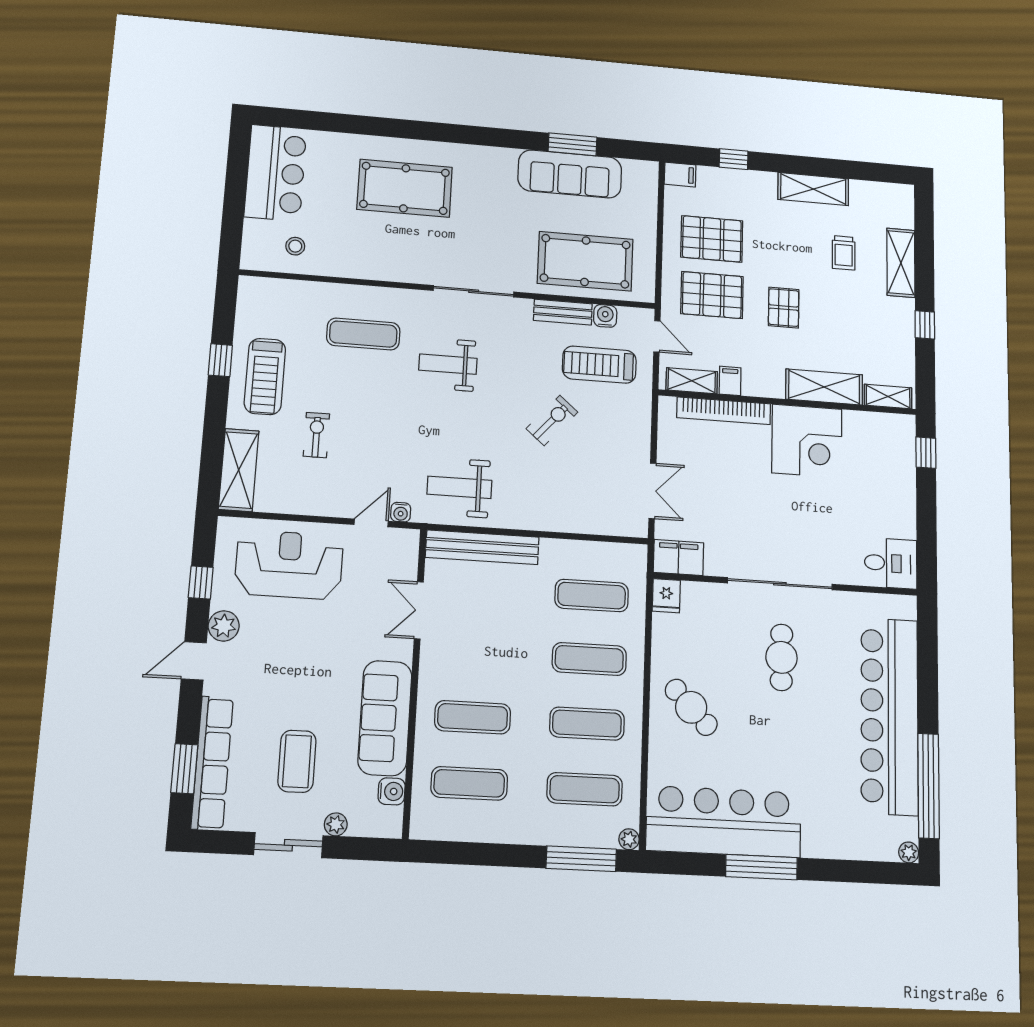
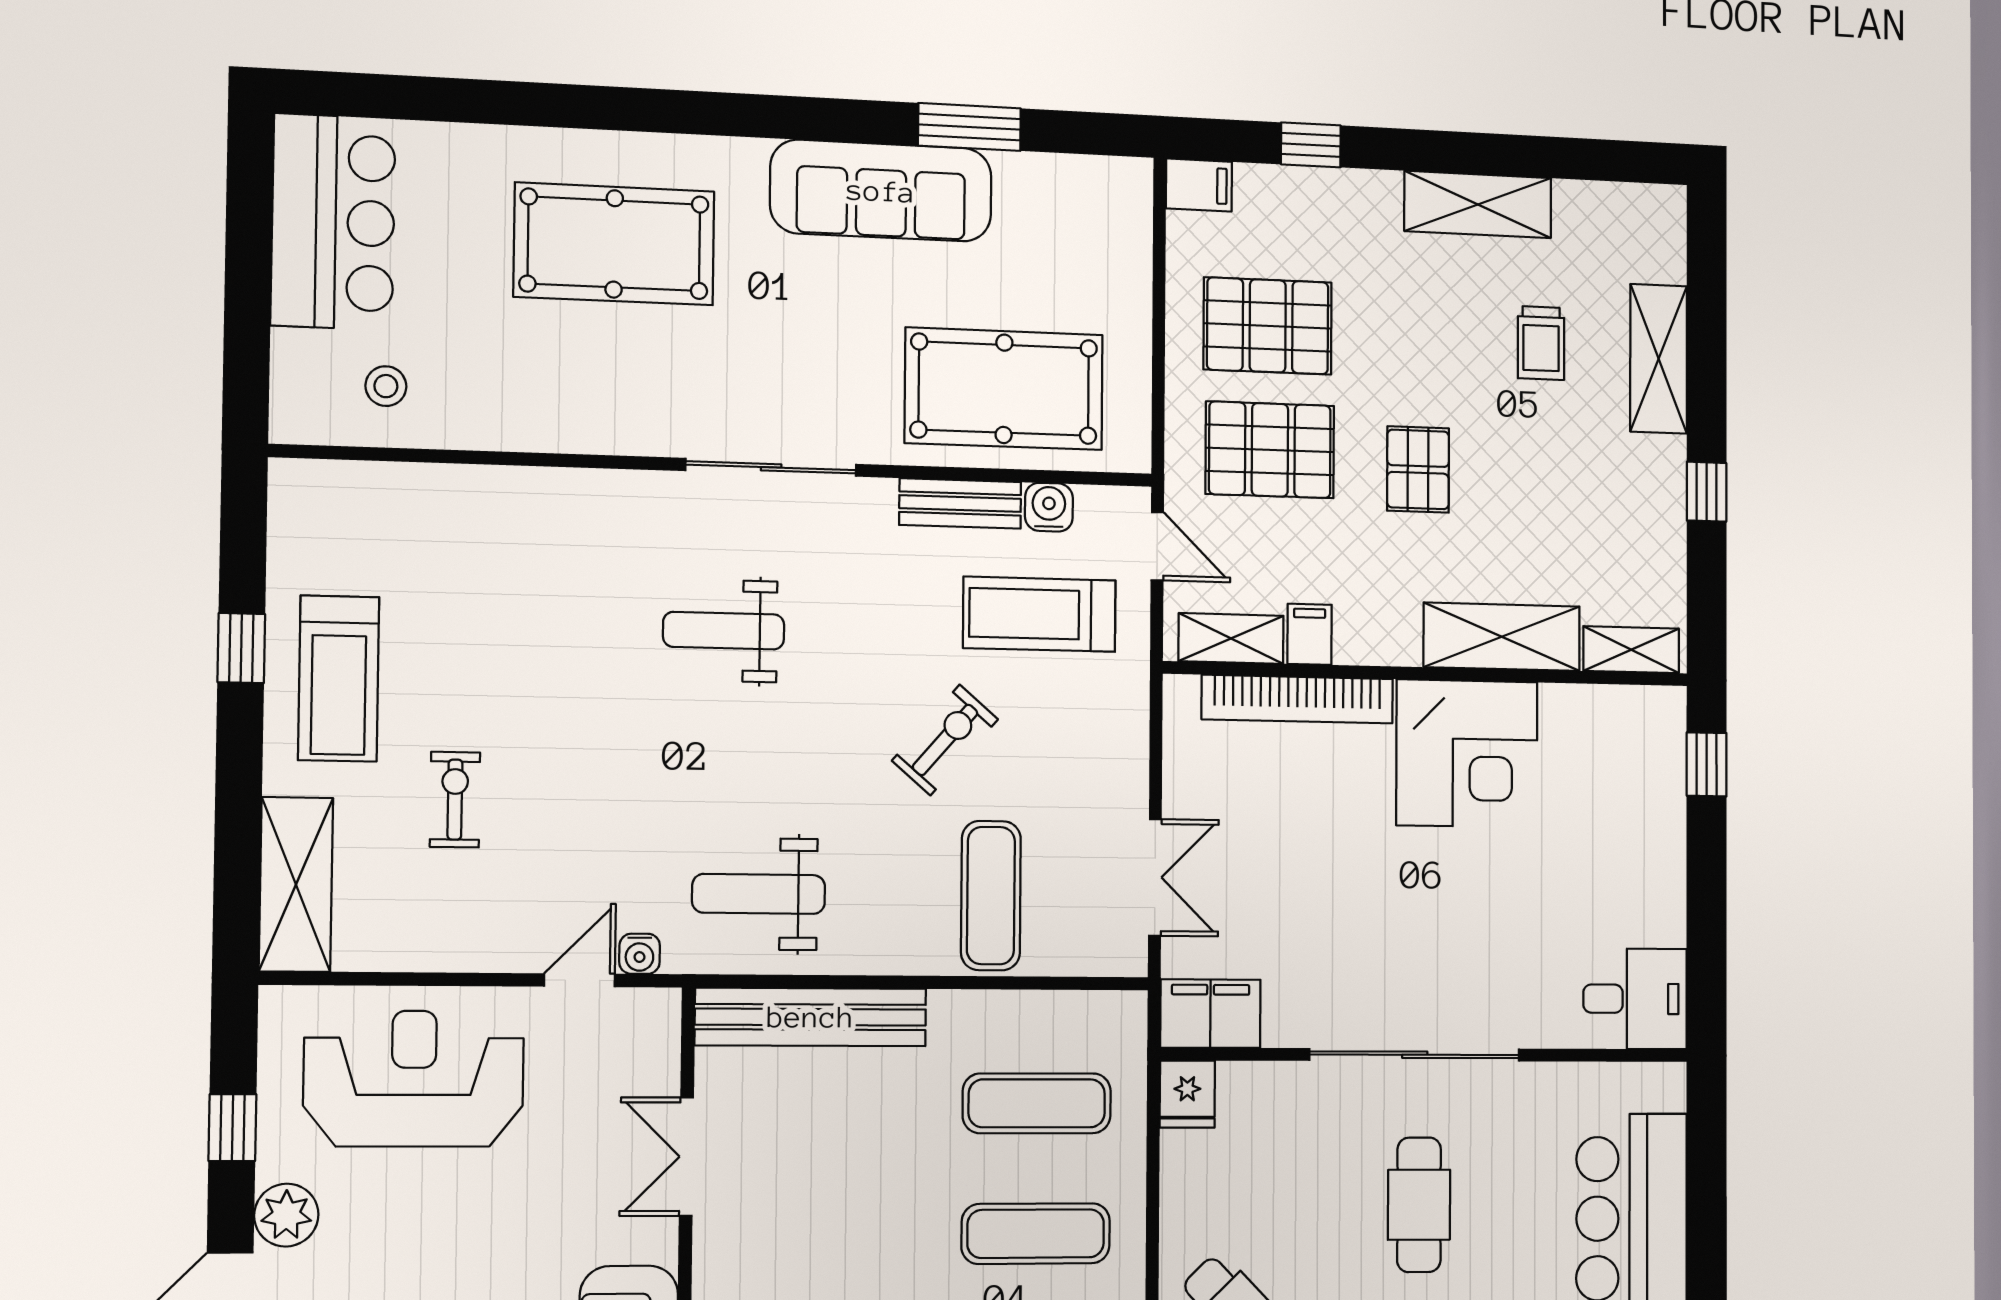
sofa: (570, 174) -> (881, 191), moved
exercise mat: (363, 334) -> (991, 896), moved, turned 90

